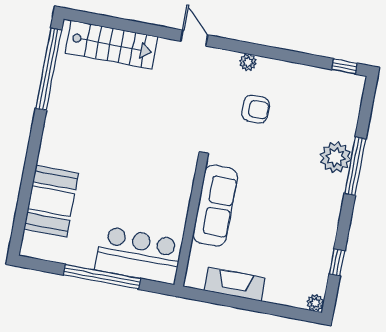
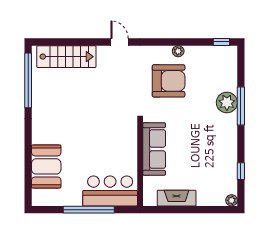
plant: (248, 62) -> (178, 51), moved
armchair: (256, 109) -> (169, 81), width x1.88, depth x1.88

